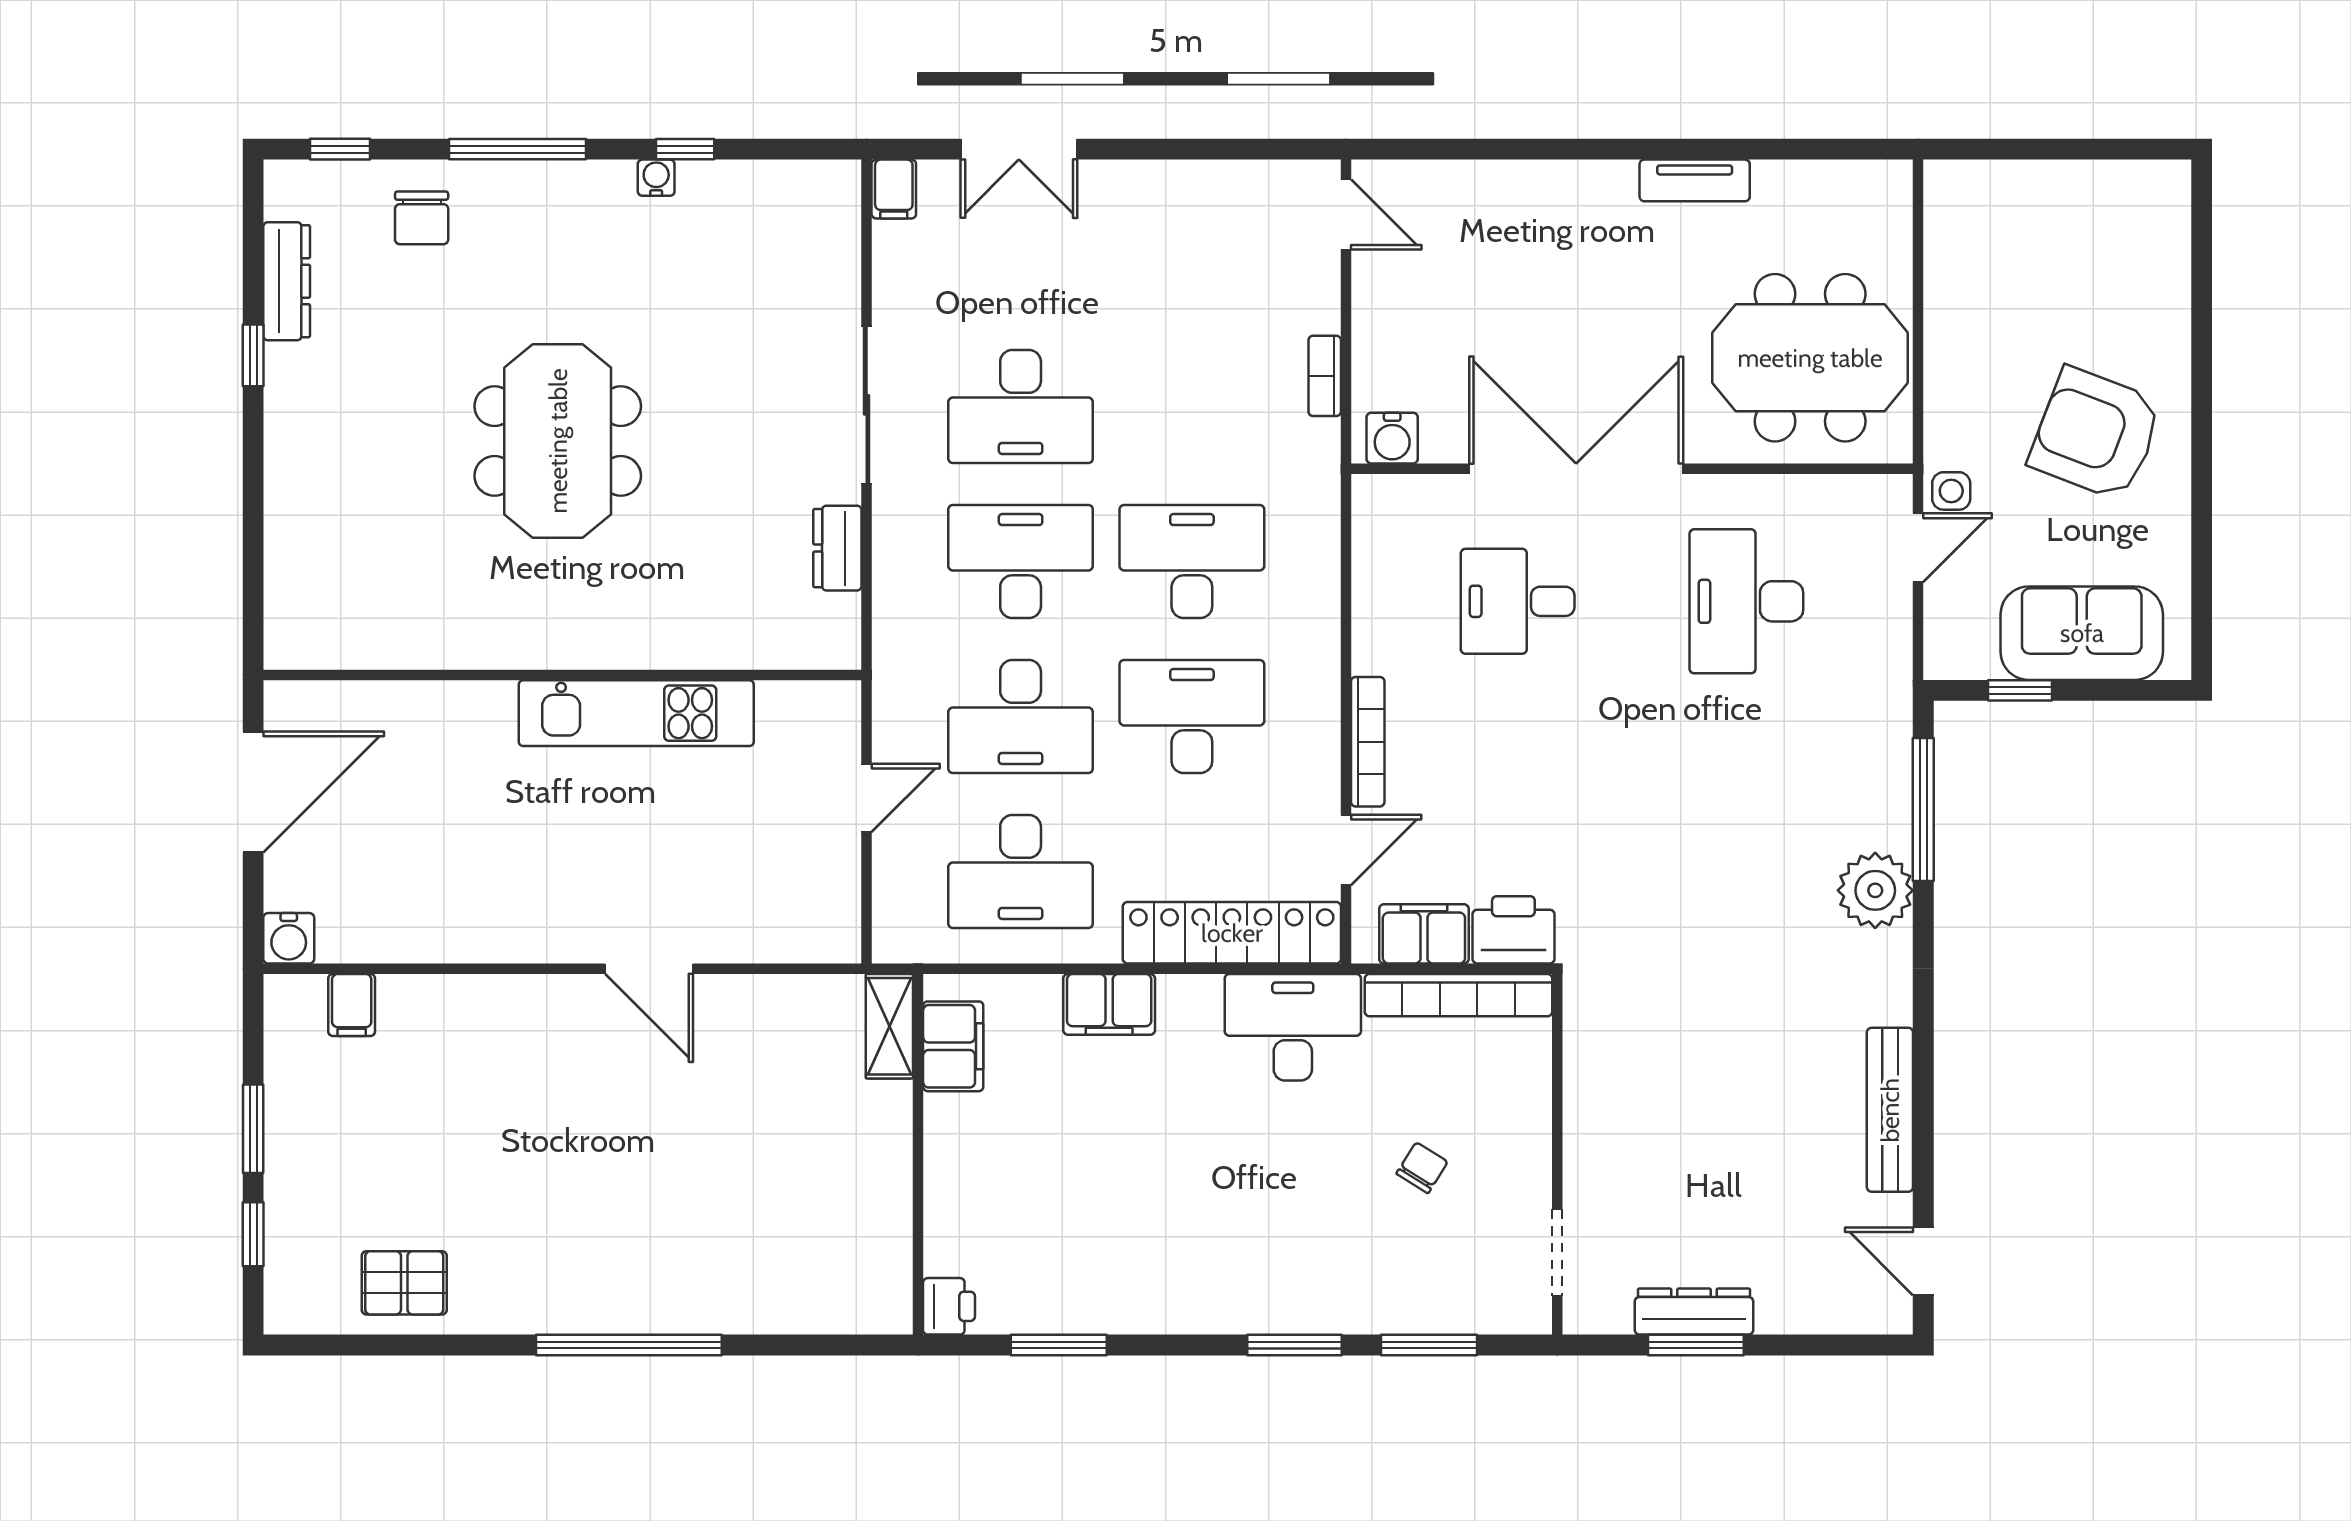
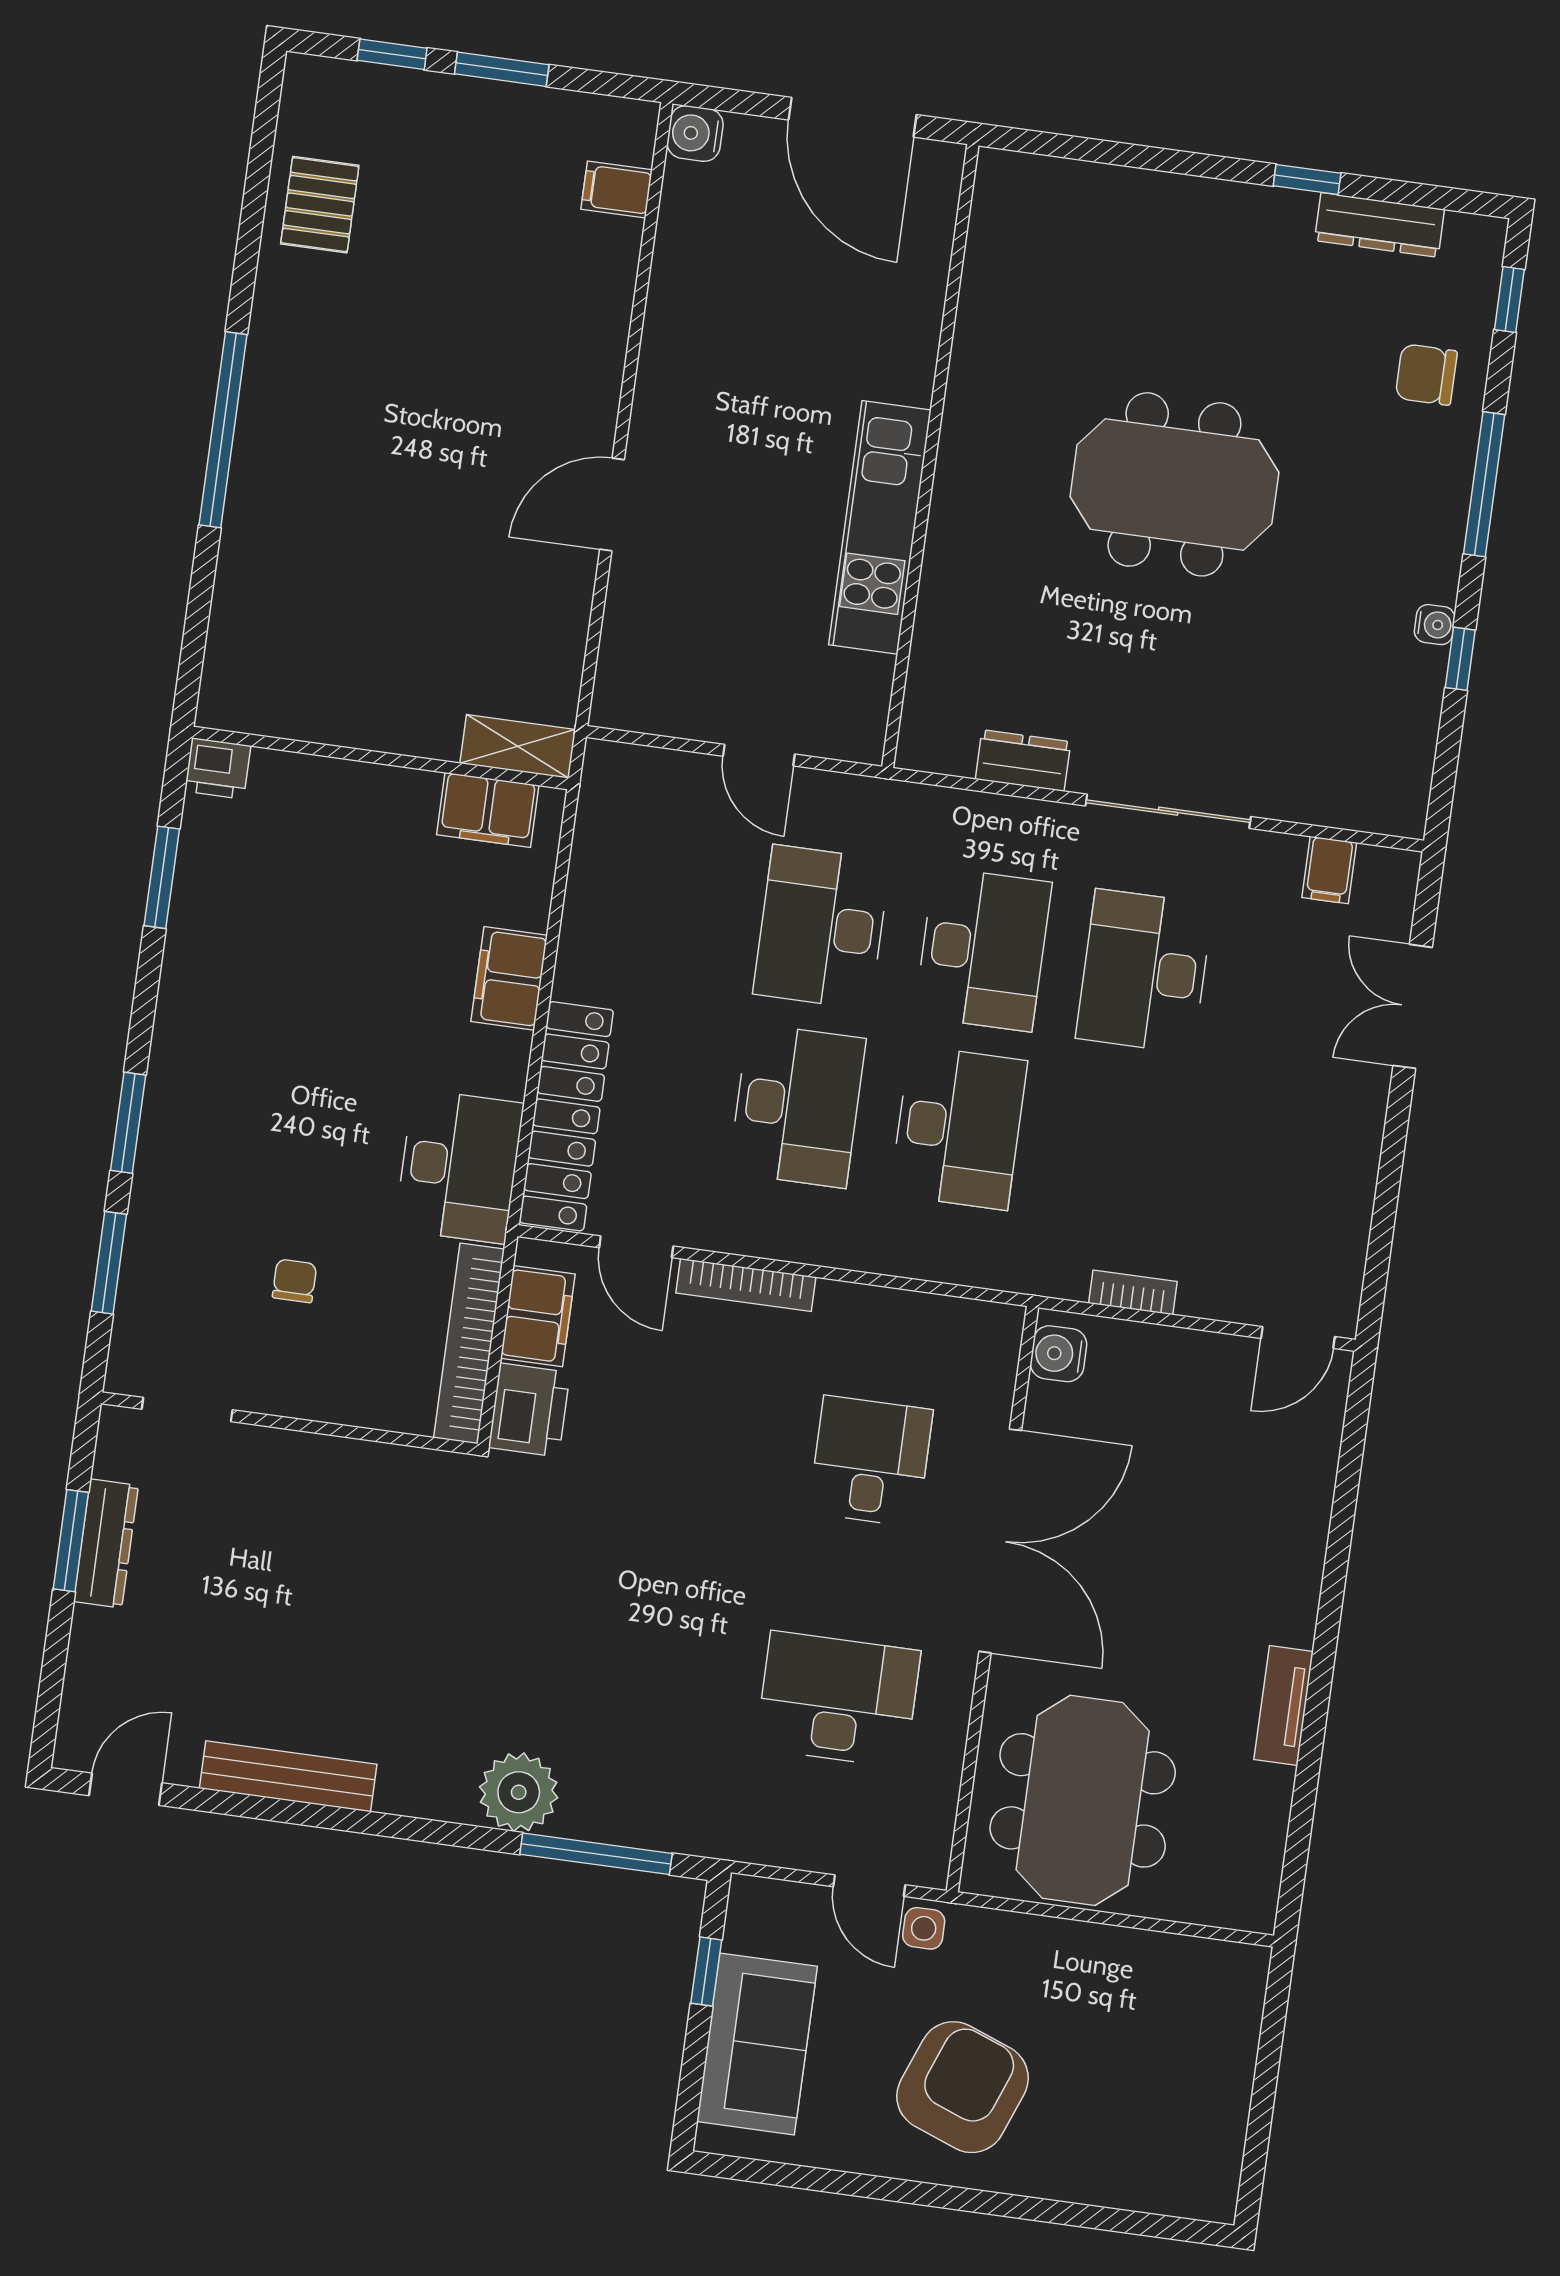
filing cabinet: (894, 189) -> (1329, 870), moved, turned -90
desk: (1021, 872) -> (660, 905), removed
chair: (1422, 1168) -> (294, 1281), turned -122

